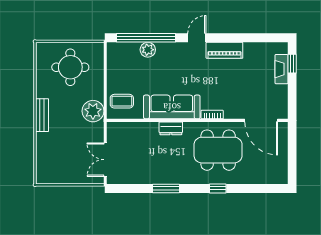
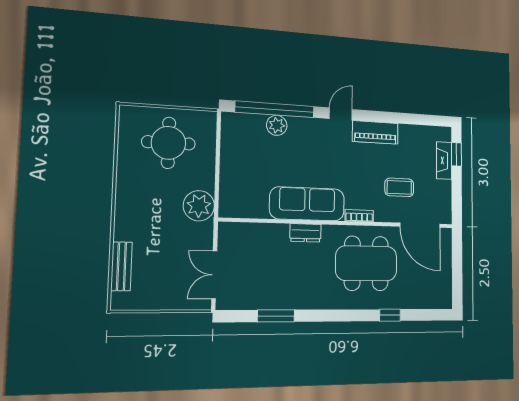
coffee table: (122, 101) -> (399, 187), moved
bench: (42, 115) -> (121, 266), moved
window: (166, 188) -> (276, 316), moved
window: (218, 188) -> (390, 315), moved

